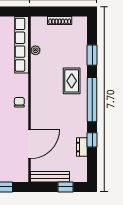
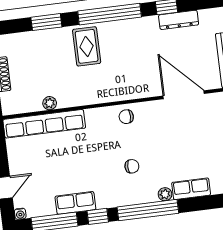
rug: (72, 81) -> (87, 46), turned 90
dresser: (82, 147) -> (179, 20), width x1.44

